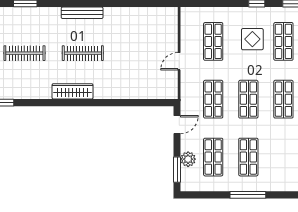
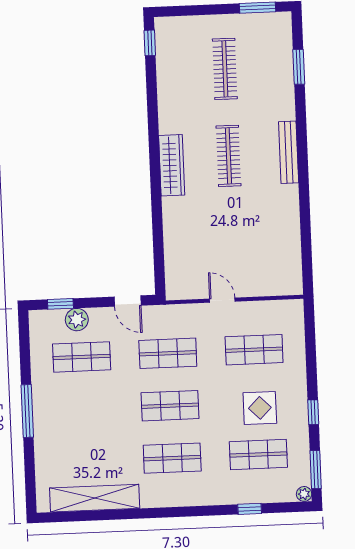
wardrobe: (72, 91) -> (172, 165), moved
shop shelf: (248, 157) -> (84, 409), removed
window: (177, 170) -> (60, 304), width x0.67

